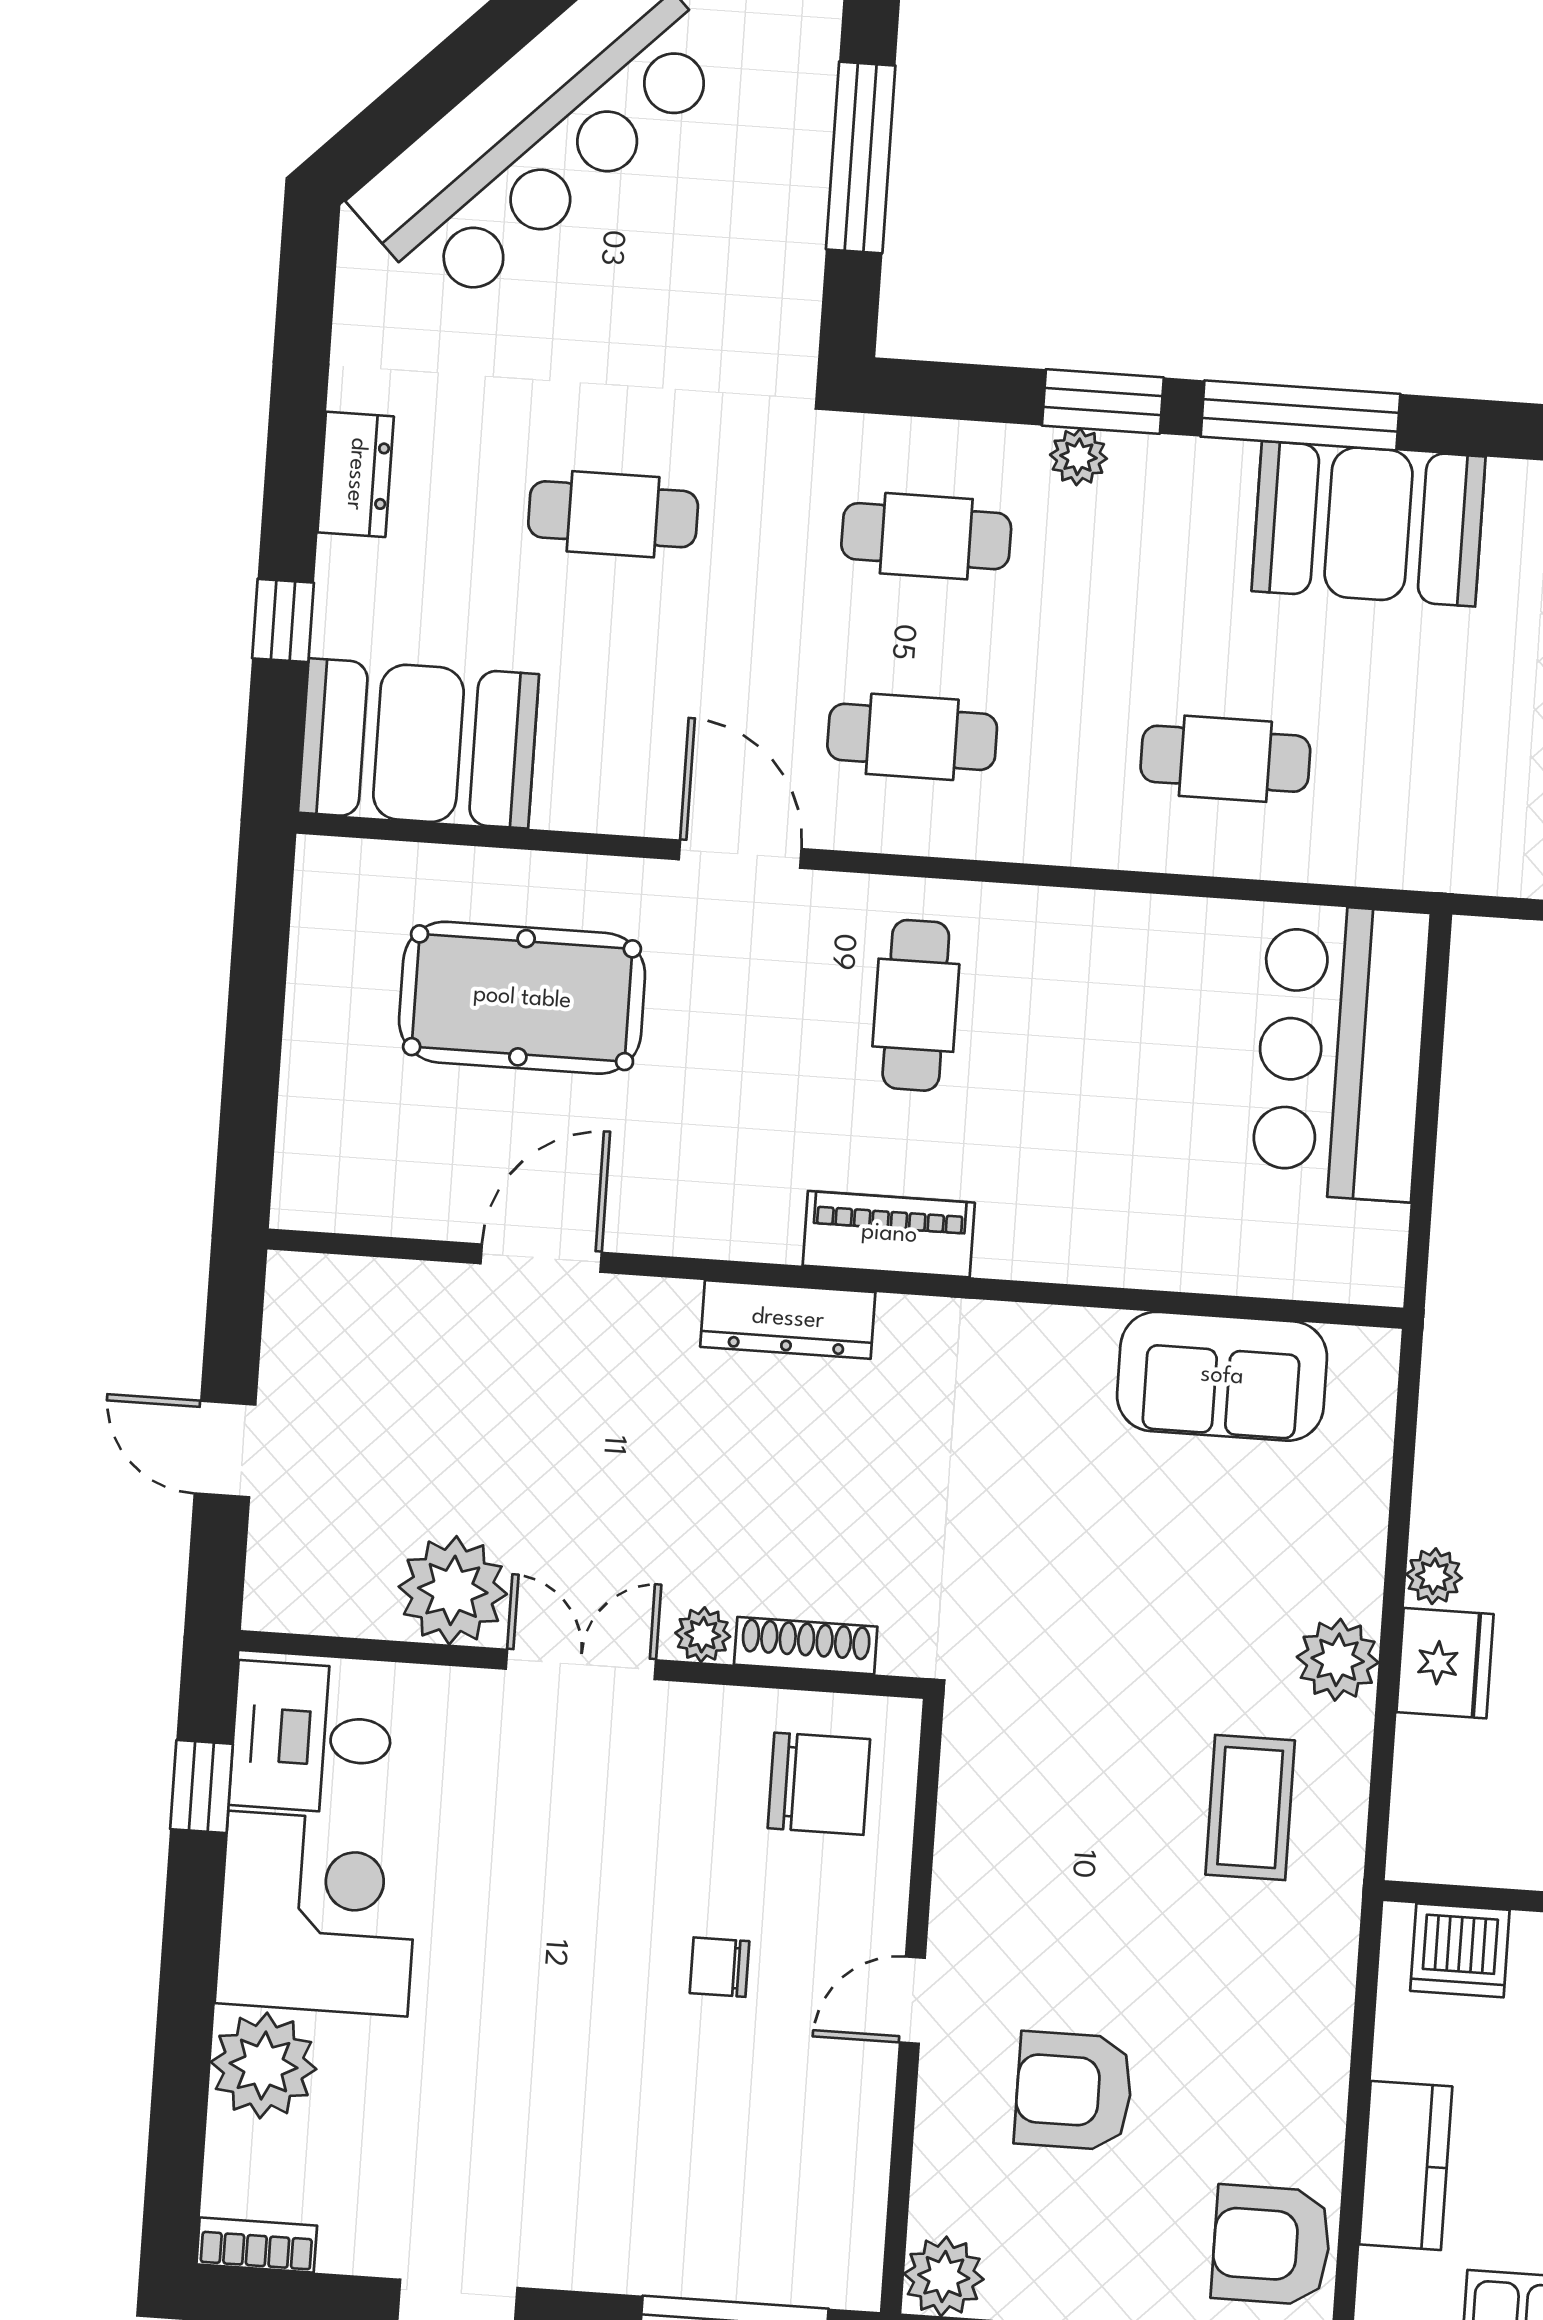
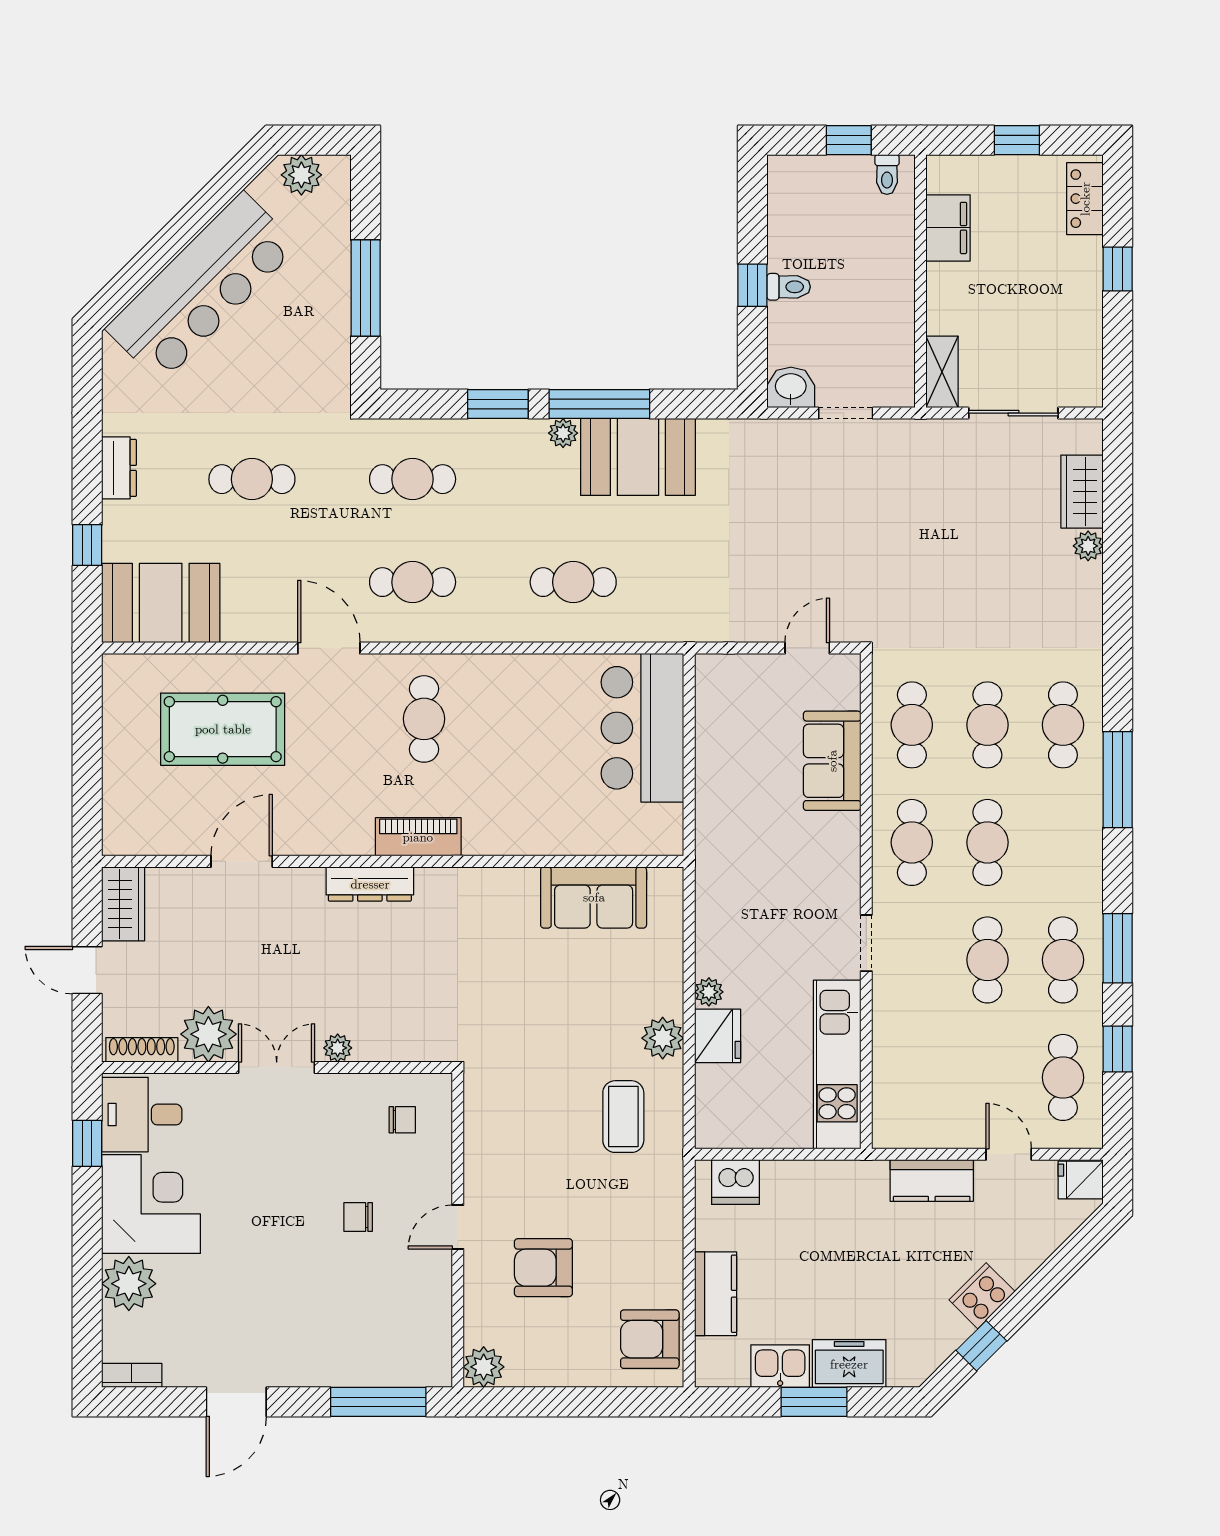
plant: (1078, 457) -> (563, 433), moved
wardrobe: (304, 1325) -> (123, 904), added
shoe rack: (806, 1646) -> (142, 1050), moved
chair: (819, 1784) -> (402, 1120), width x0.54, depth x0.54

